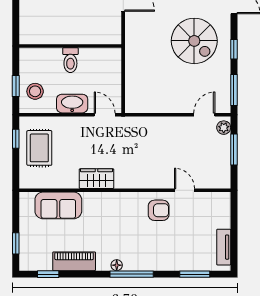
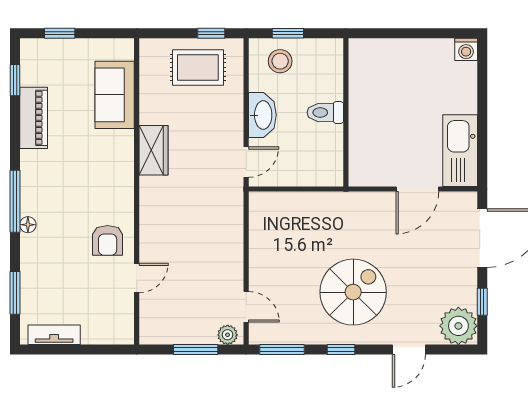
spiral stairs: (194, 41) -> (353, 292), turned 180
floor lamp: (117, 265) -> (28, 225), moved

